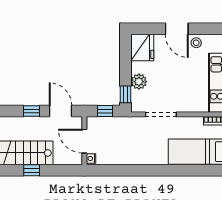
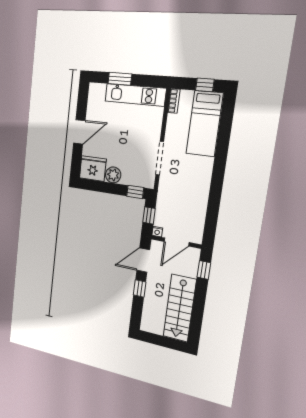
stool: (196, 43) -> (94, 113), removed
plant: (139, 82) -> (113, 175), moved
nightstand: (91, 158) -> (157, 232), moved
window: (32, 170) -> (204, 270), moved

